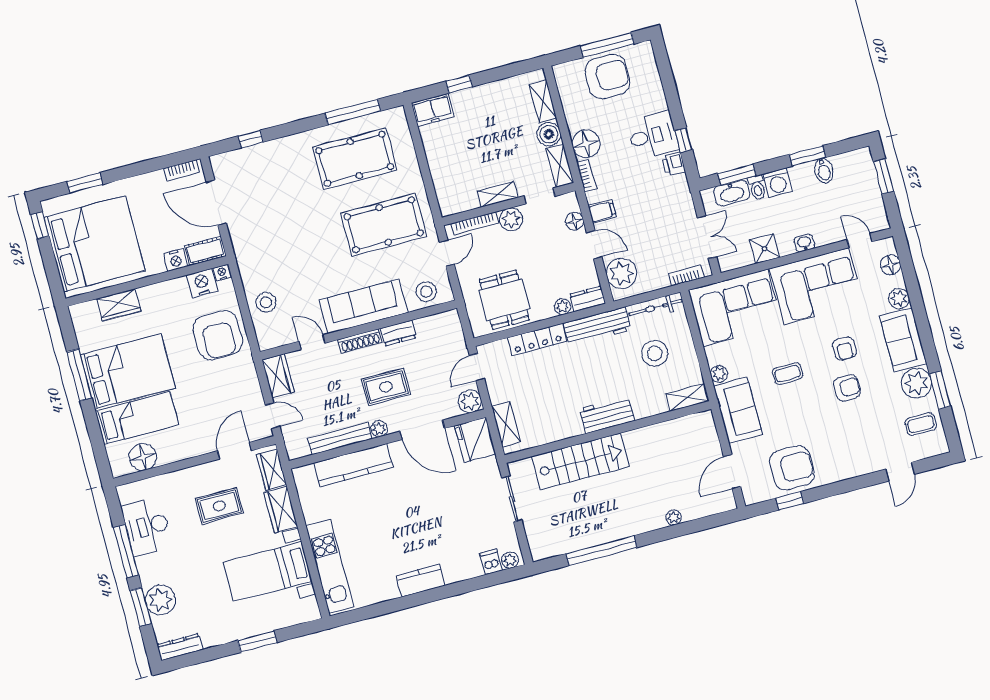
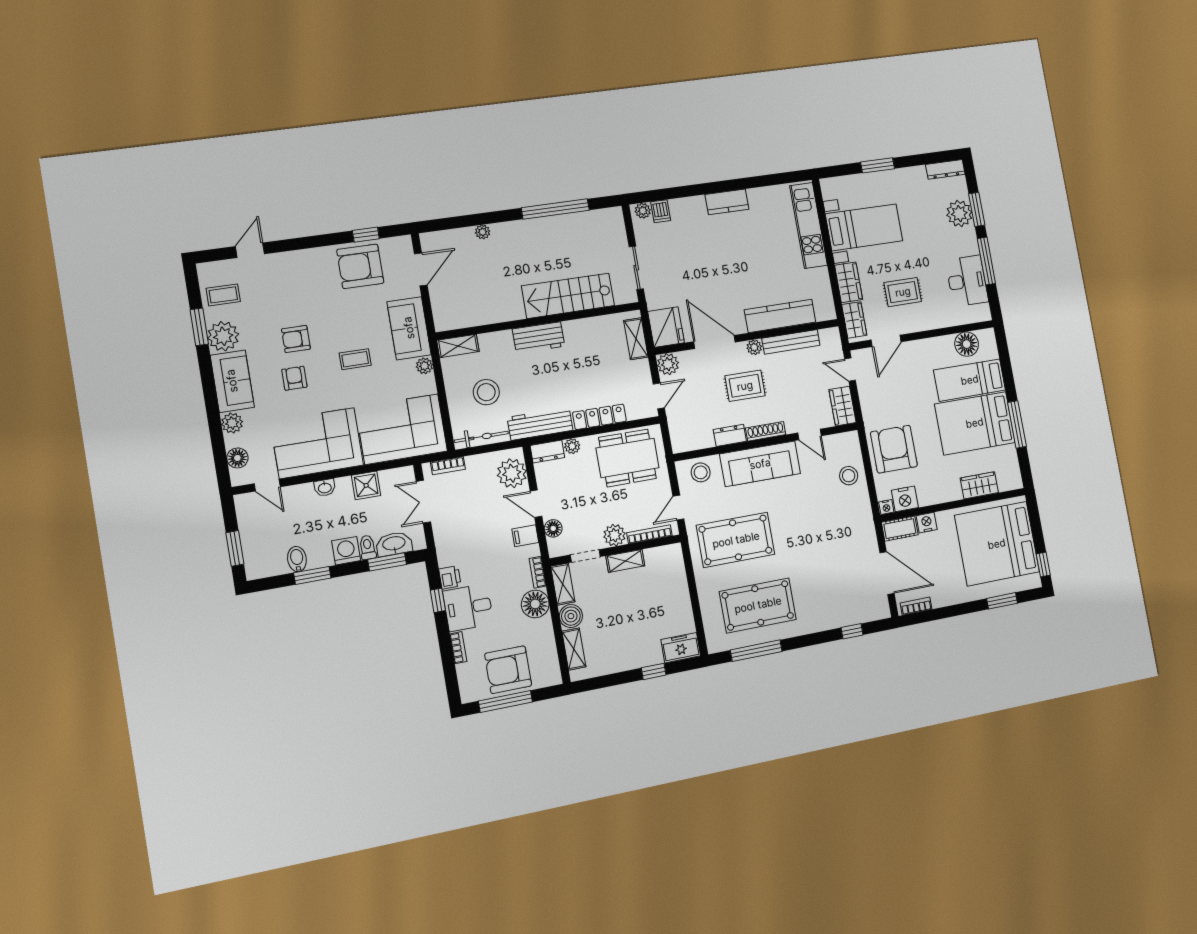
bookcase: (659, 95) -> (458, 648), added
dining table: (504, 300) -> (628, 458), width x1.38

